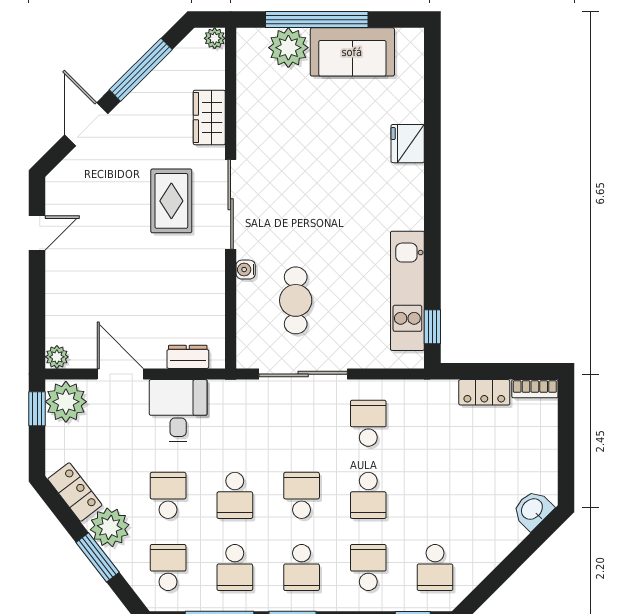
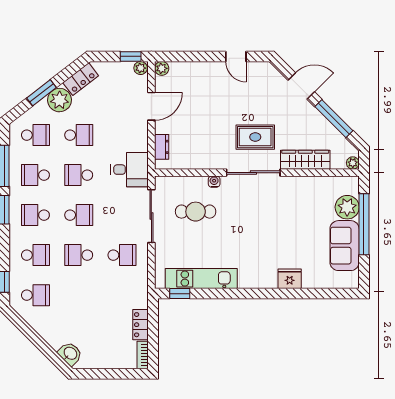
wardrobe: (209, 118) -> (305, 160), width x1.50
plant: (66, 402) -> (141, 68), width x0.53, depth x0.53
desk: (178, 410) -> (130, 170), moved
school desk: (435, 567) -> (35, 295), turned 180

